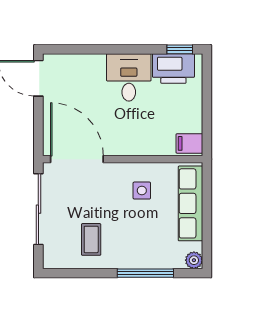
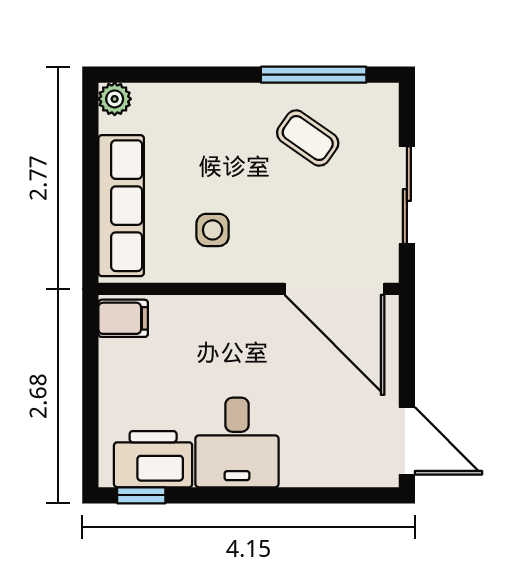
sliding door: (38, 209) -> (407, 195), width x0.73
coffee table: (91, 239) -> (308, 138), turned -55
window: (145, 273) -> (314, 75), moved

